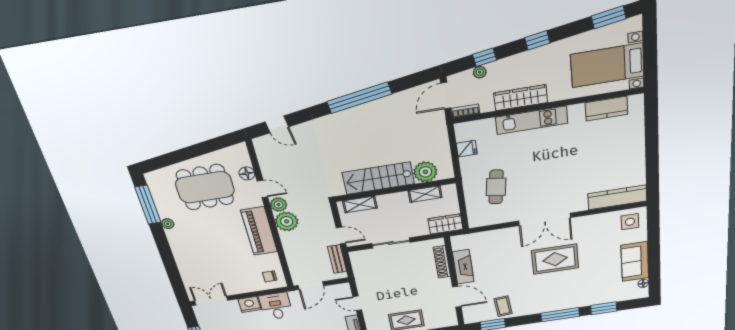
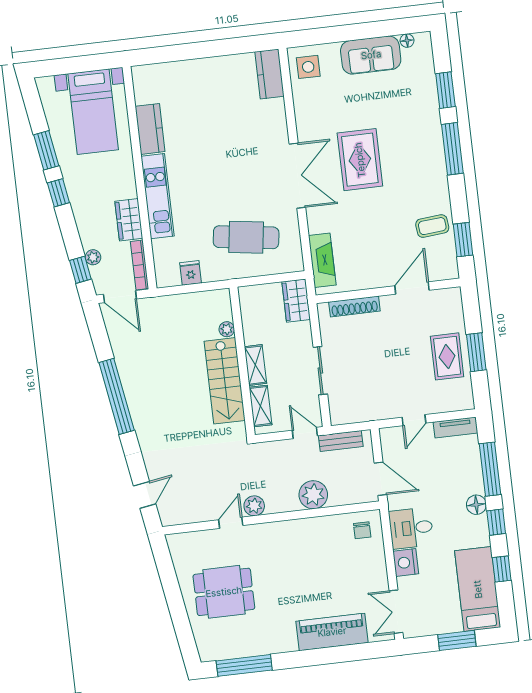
window: (609, 17) -> (46, 150), moved
window: (485, 57) -> (80, 270), moved
wardrobe: (521, 98) -> (129, 220), width x0.67
kitchen counter: (607, 109) -> (150, 129), moved
bookcase: (466, 111) -> (140, 265), width x1.56
plant: (425, 172) -> (227, 329), width x0.53, depth x0.53
floor lamp: (247, 173) -> (208, 539), removed
dining table: (205, 187) -> (224, 592), width x0.73
cafe table: (496, 187) -> (246, 237), width x1.37, depth x1.35
shelving: (425, 194) -> (255, 365), moved
kitchen counter: (617, 197) -> (269, 74), width x0.67
plant: (287, 221) -> (313, 495), moved
plant: (168, 224) -> (273, 646), removed
piano: (259, 231) -> (332, 632), moved, turned 180
door: (341, 235) -> (305, 433), hinge flipped
fireplace: (463, 267) -> (322, 260), moved, turned 90

